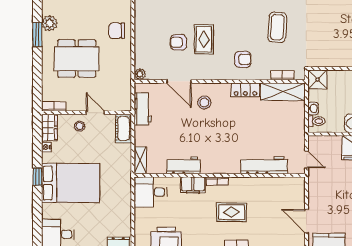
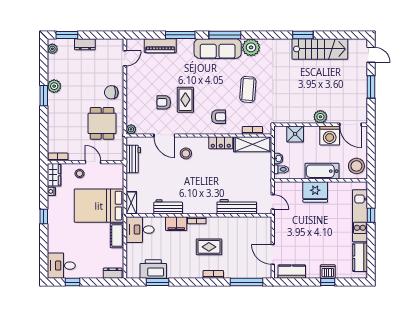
dining table: (77, 59) -> (102, 123), moved, width x0.73
shower: (317, 80) -> (295, 134), moved
cot: (123, 129) -> (117, 236), moved
bed: (71, 183) -> (99, 206), moved, turned 180

